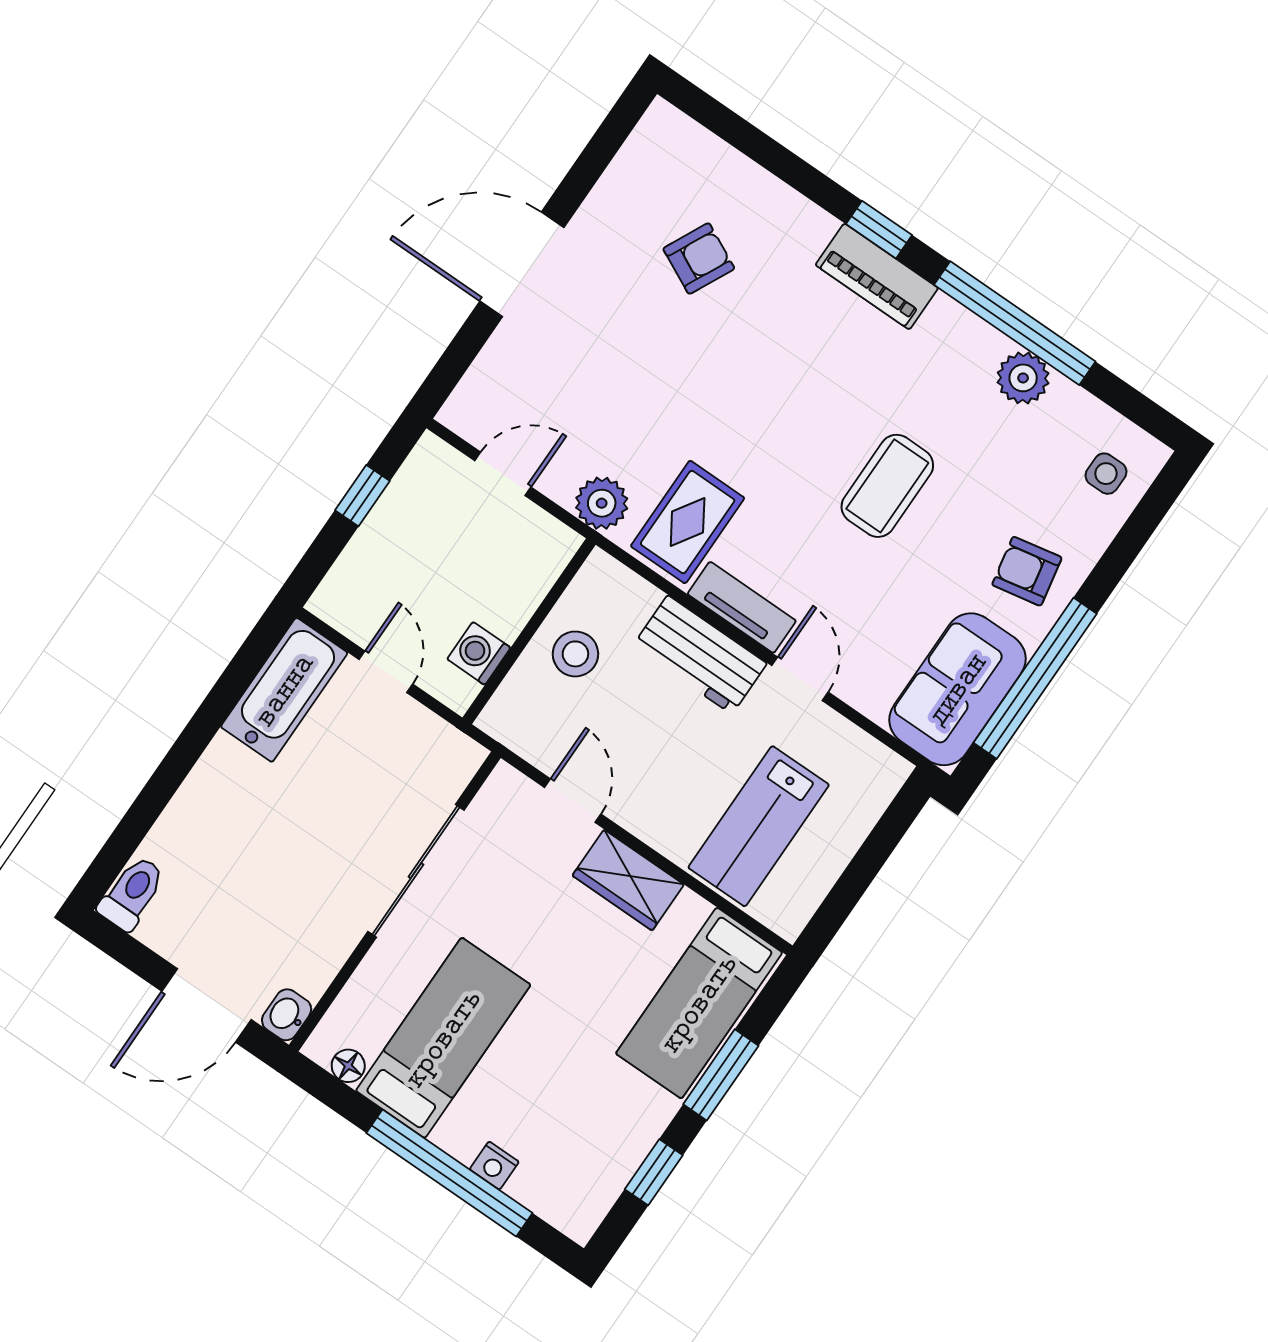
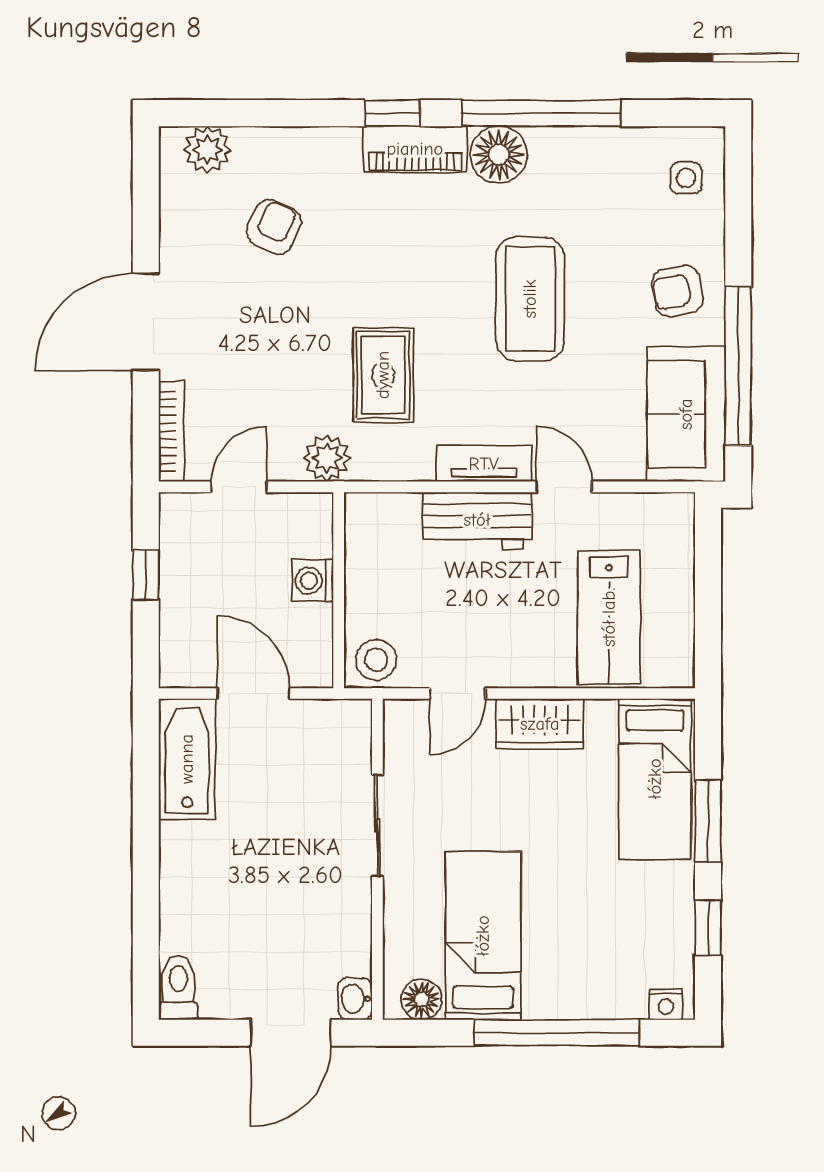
floor lamp: (950, 334) -> (499, 155), added
plant: (1023, 378) -> (207, 150), moved
bookcase: (476, 381) -> (172, 431), added
coffee table: (887, 486) -> (530, 299), width x1.36, depth x1.32
rug: (688, 522) -> (383, 375), moved
washing machine: (479, 653) -> (313, 581), moved
stool: (575, 654) -> (376, 660), moved
door: (386, 672) -> (253, 694), width x1.38
door: (573, 801) -> (458, 694), swing flipped
sliding door: (416, 871) -> (377, 826), width x0.73
floor lamp: (348, 1066) -> (422, 1000), width x1.37, depth x1.37
nightstand: (494, 1166) -> (666, 1004), moved

